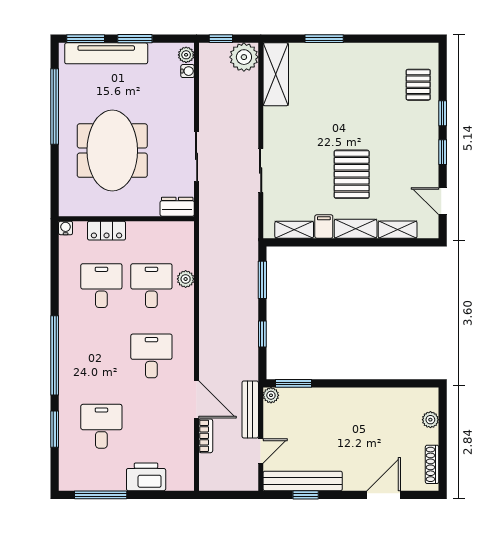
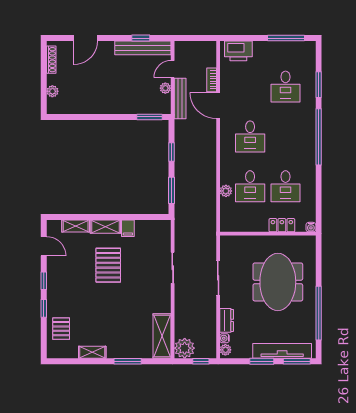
dresser: (177, 207) -> (227, 320), moved, turned -90
shelving: (294, 230) -> (92, 352), moved
plant: (271, 395) -> (165, 88), moved
printer: (146, 477) -> (238, 51), moved

